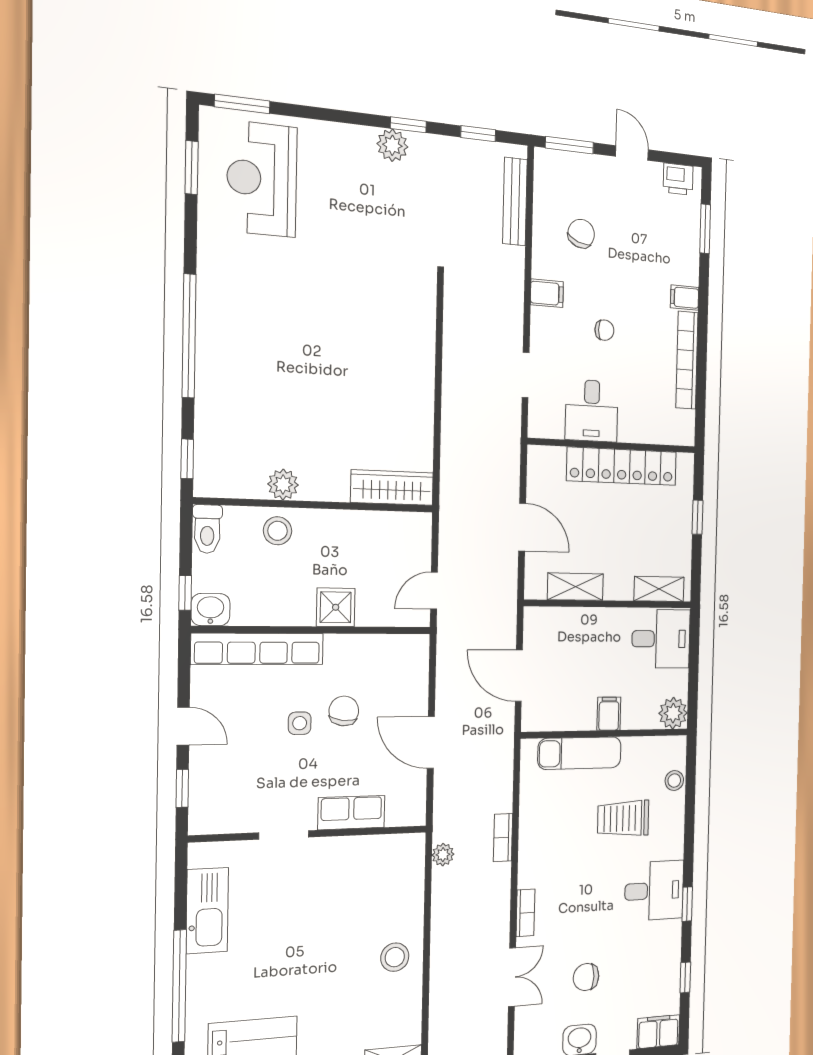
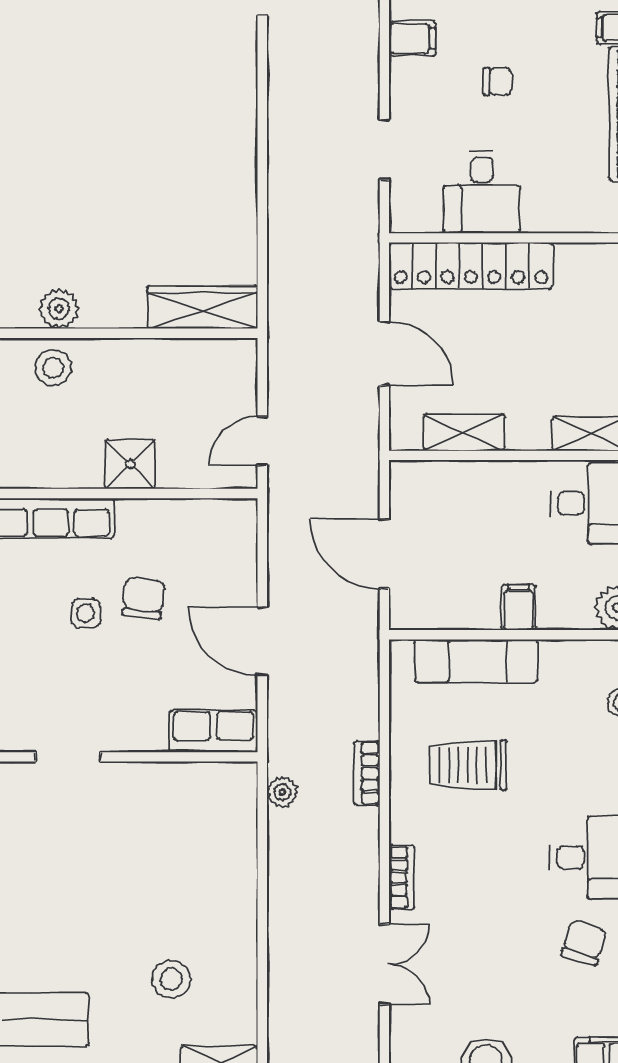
locker: (622, 466) -> (471, 266), moved
row of seats: (351, 813) -> (214, 731), moved
trolley: (623, 818) -> (468, 765), moved
stool: (395, 957) -> (171, 979), moved
chair: (586, 977) -> (584, 943), moved, turned 107

